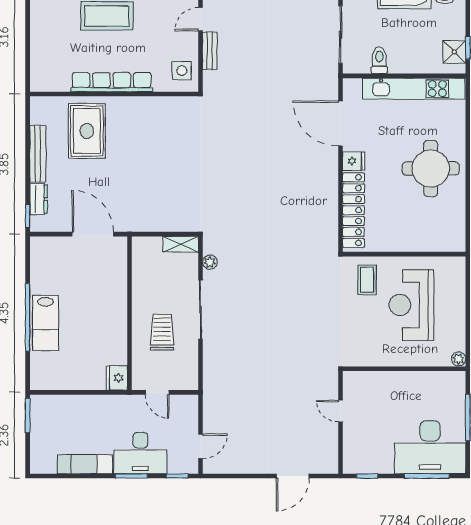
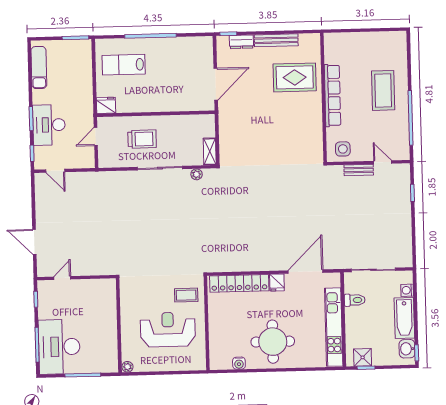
water cooler: (458, 213) -> (239, 363), added
lab bench: (46, 323) -> (124, 65), moved
door: (340, 411) -> (62, 278), moved
exam couch: (85, 464) -> (39, 68), moved

